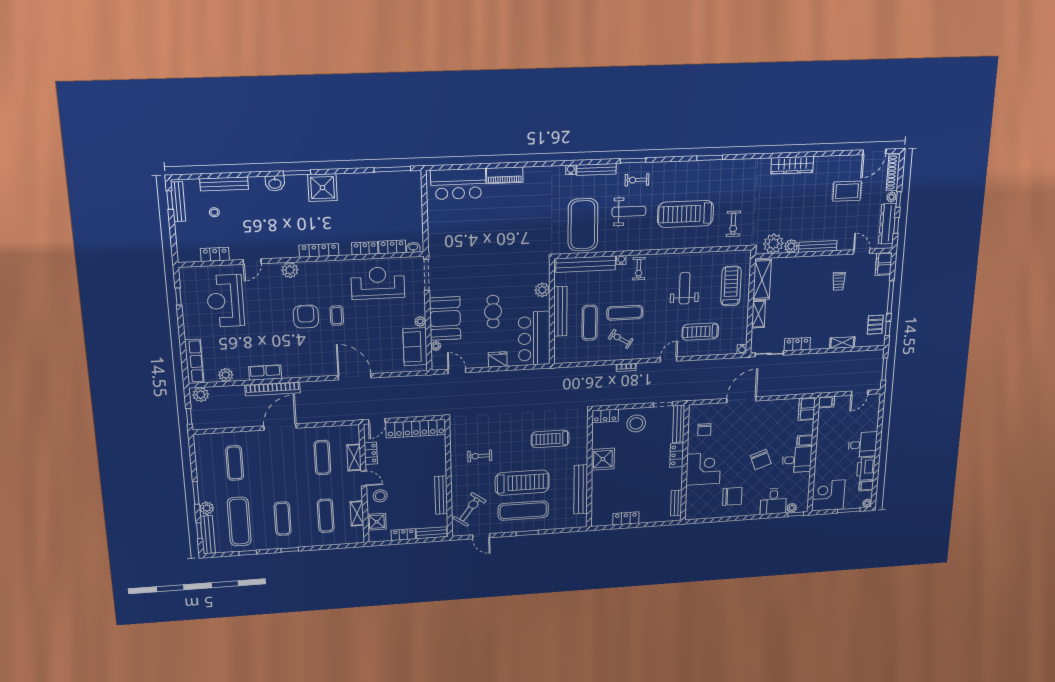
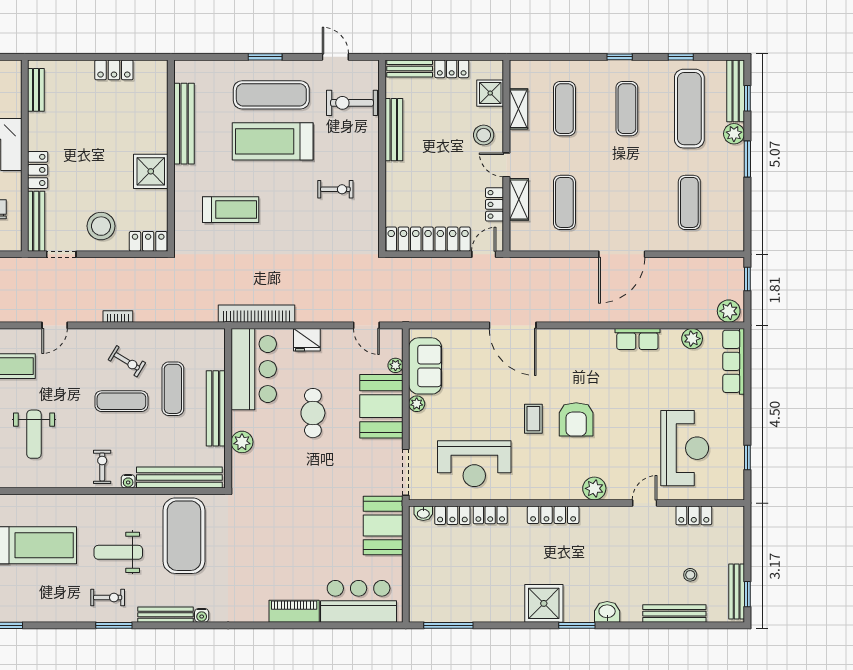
booth: (442, 238) -> (383, 526), added
bookcase: (273, 389) -> (257, 314), moved
exercise bike: (470, 509) -> (352, 103), turned 54

